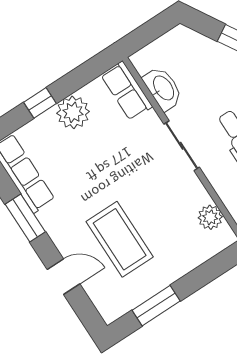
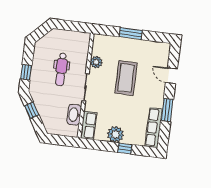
plant: (210, 217) -> (96, 62), moved
coffee table: (120, 239) -> (126, 78), moved
window: (156, 306) -> (131, 33), moved

